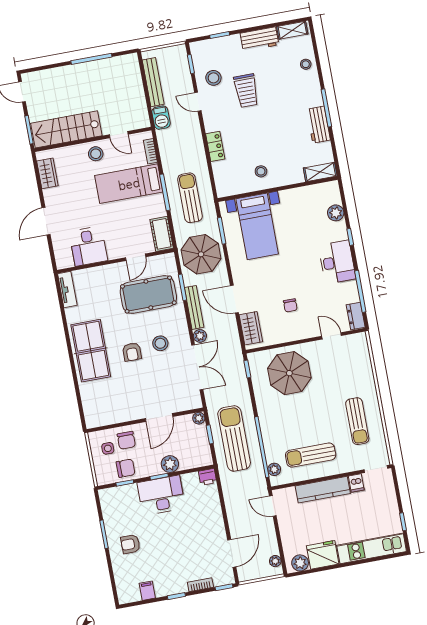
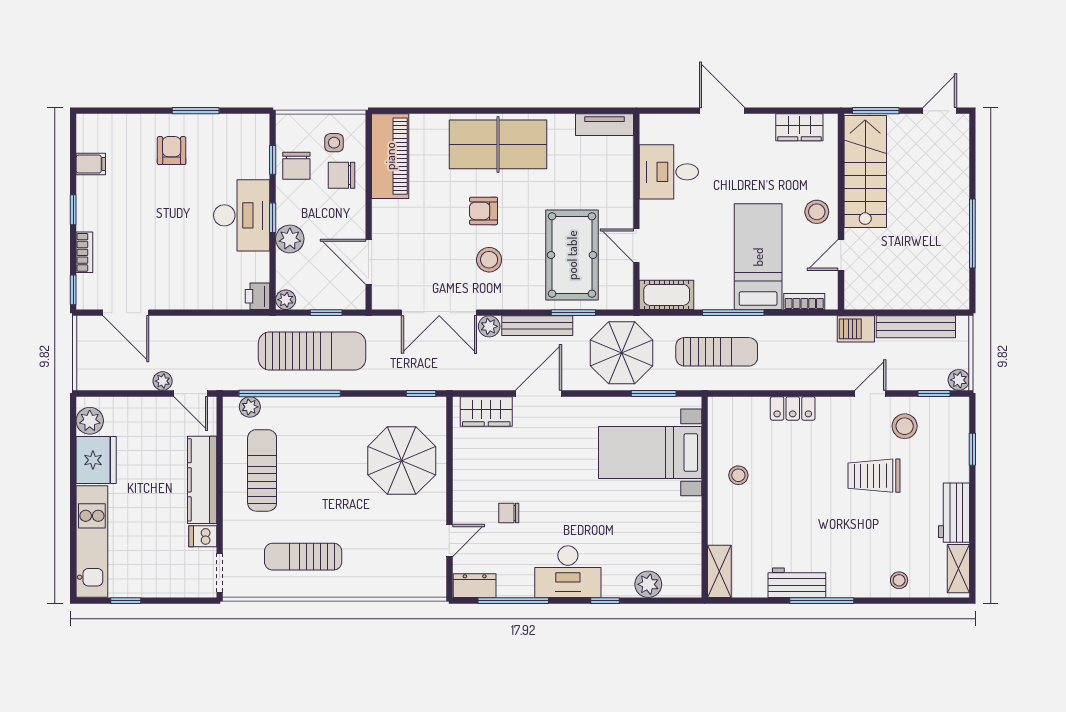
plant: (180, 51) -> (959, 380), added
chair: (290, 305) -> (509, 513), moved
piano: (110, 414) -> (390, 156), added
door: (159, 418) -> (369, 262), moved
plant: (199, 418) -> (286, 300), moved
door: (273, 506) -> (191, 394), swing flipped
plant: (275, 561) -> (163, 381), moved

